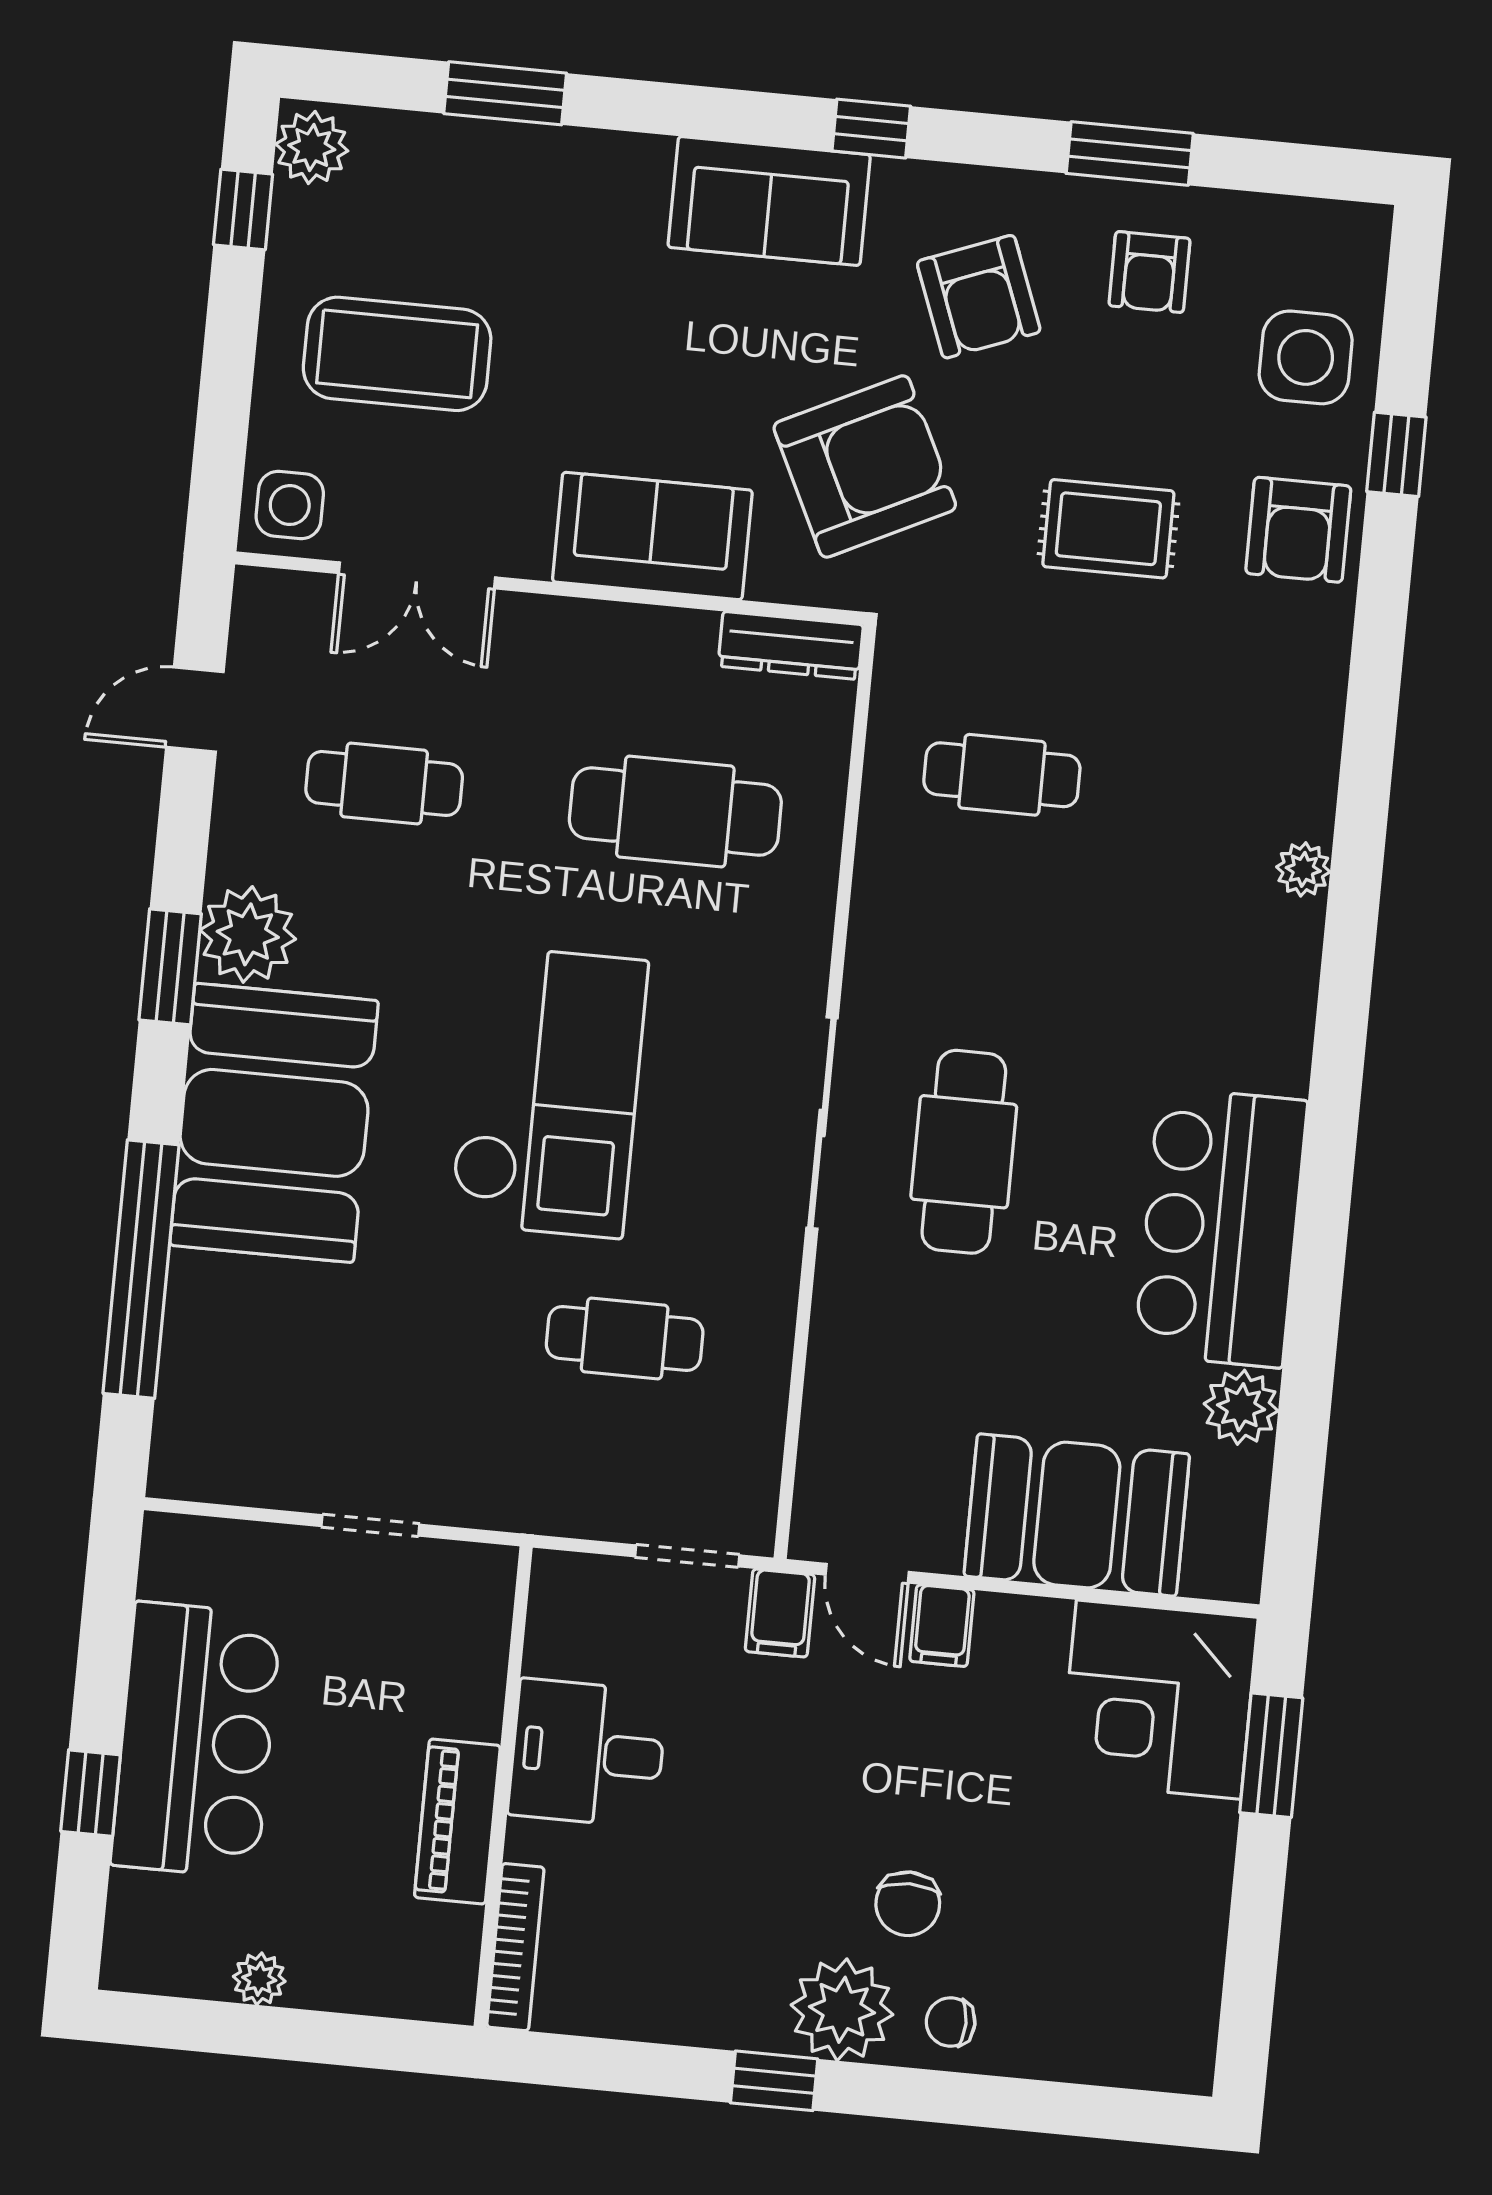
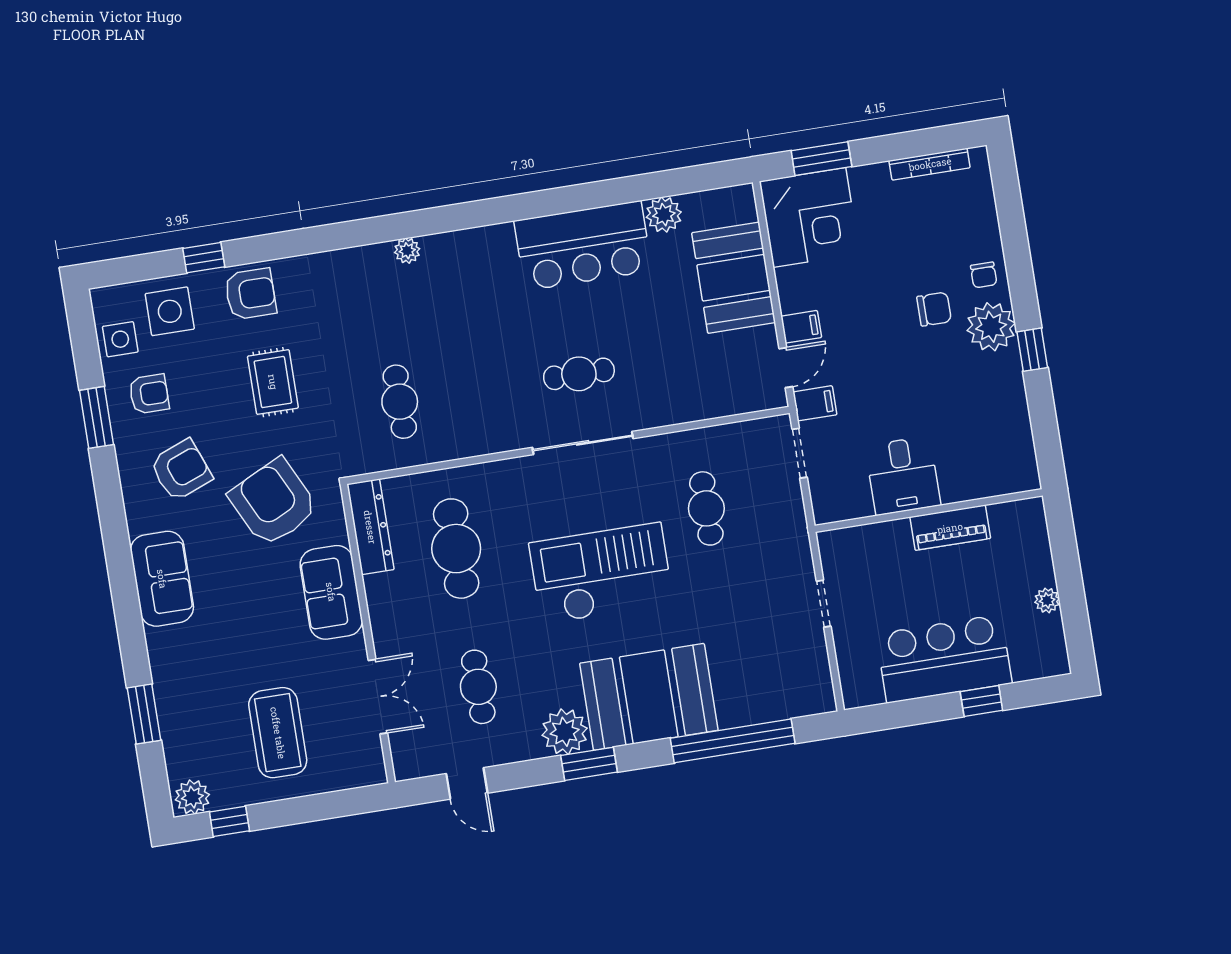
window: (871, 129) -> (116, 540), removed
side table: (290, 505) -> (120, 339), moved
dresser: (791, 645) -> (370, 527), width x1.37, depth x1.24
cafe table: (964, 1152) -> (579, 374), width x0.73, depth x0.74
bookcase: (515, 1947) -> (930, 164), moved, turned 180

